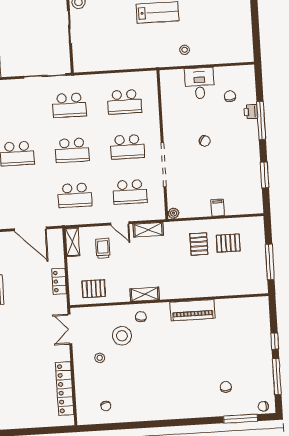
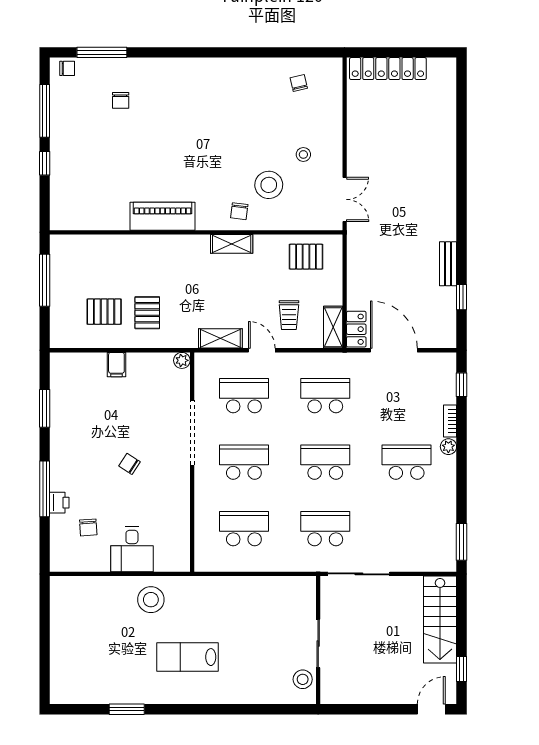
stool: (185, 50) -> (151, 600), width x1.89, depth x1.89
locker: (59, 281) -> (356, 329), moved
locker: (65, 389) -> (388, 69), moved, turned 90

